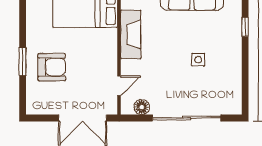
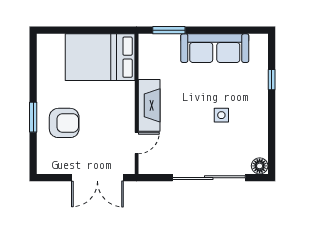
fireplace: (131, 34) -> (149, 105), moved
floor lamp: (142, 107) -> (260, 166), moved

